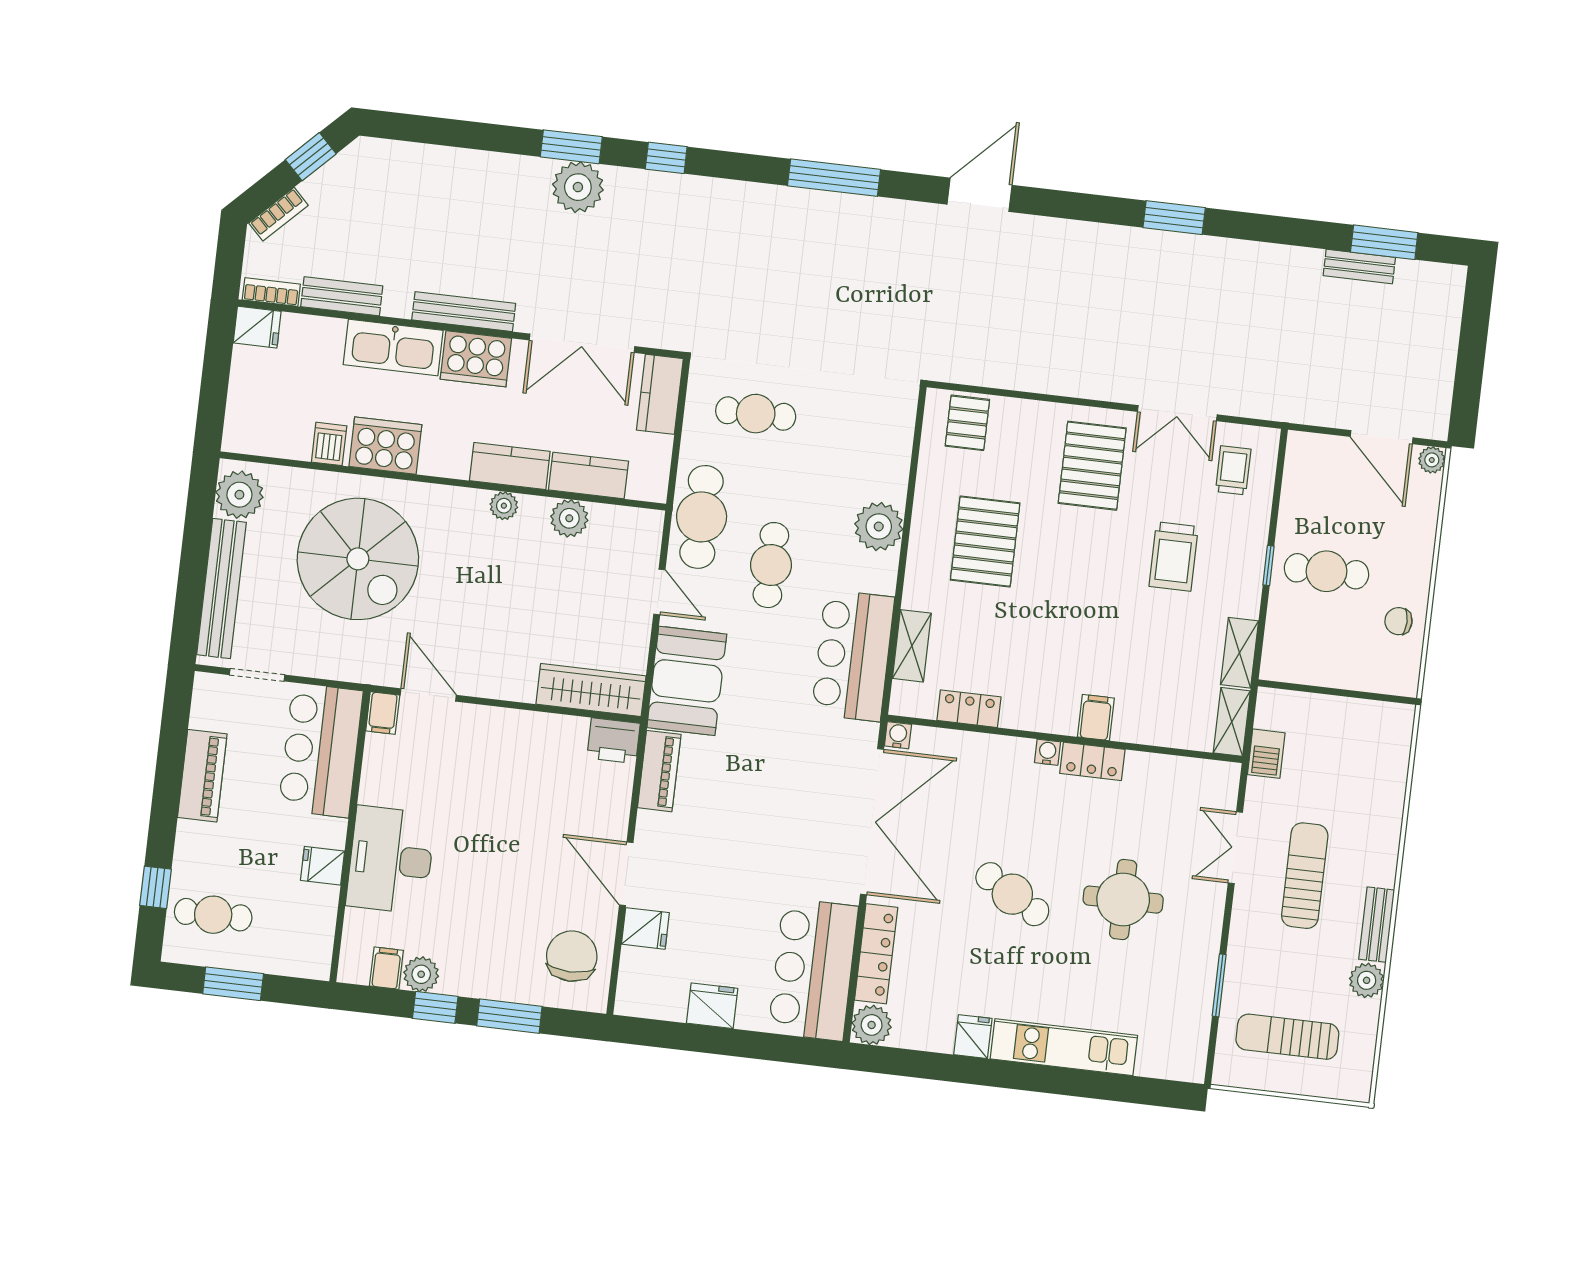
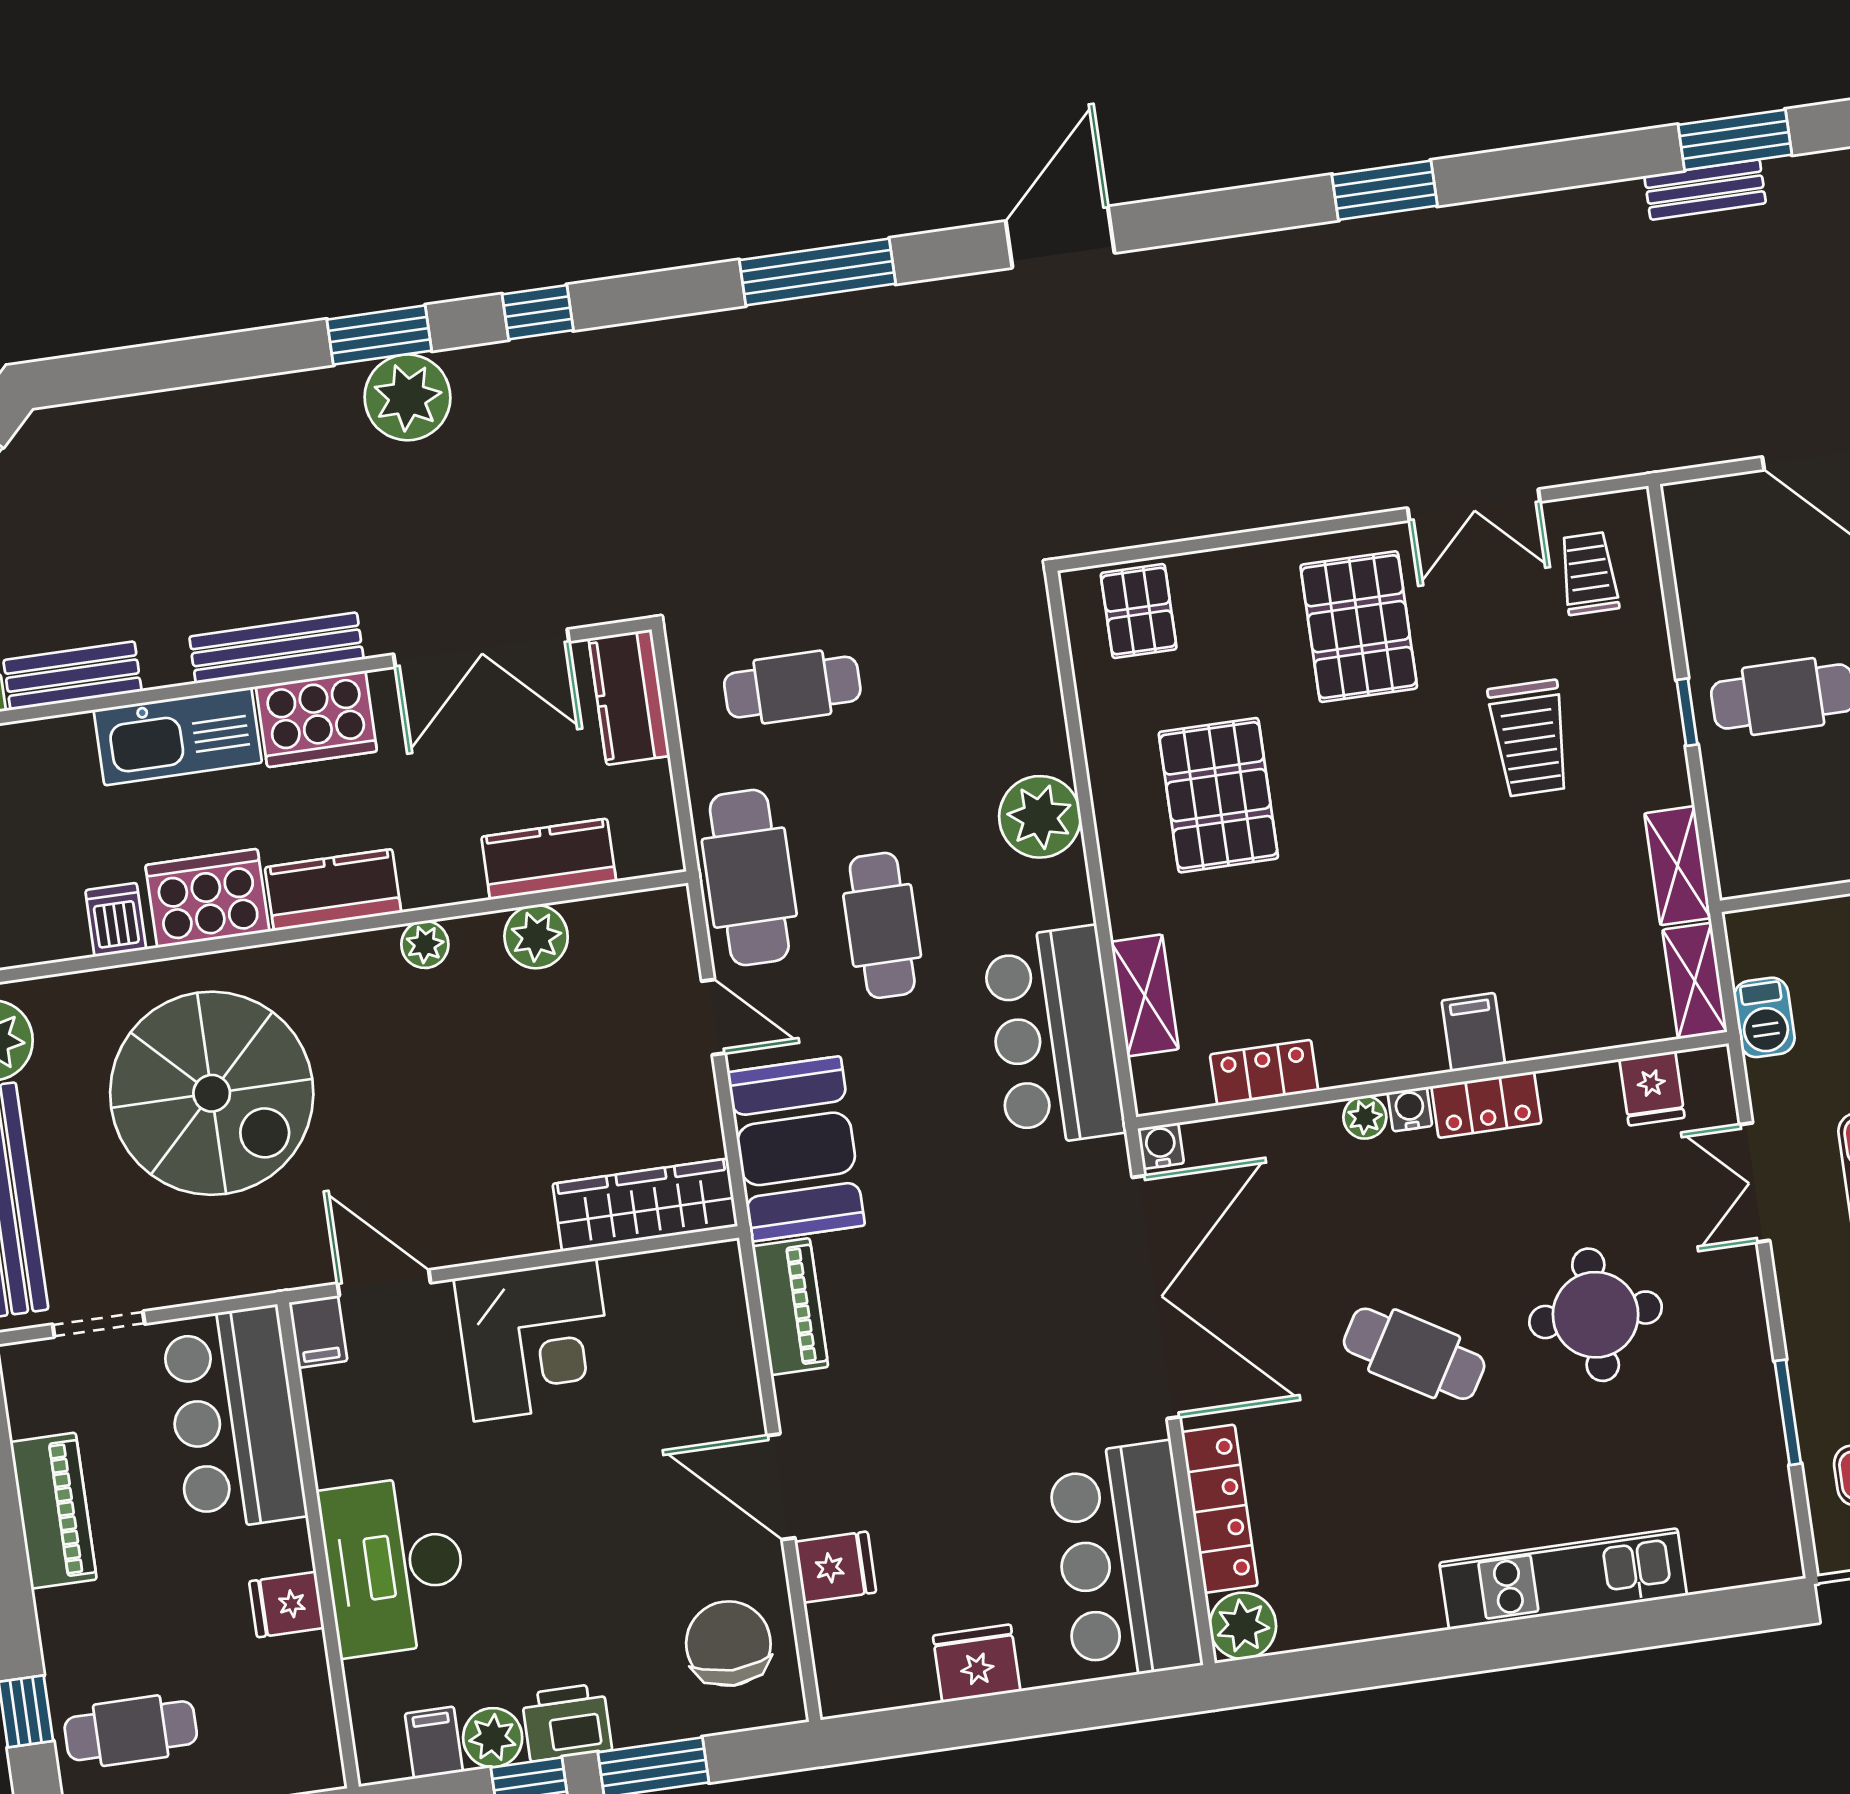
kitchen counter: (510, 466) -> (333, 890), moved
printer: (614, 741) -> (567, 1722), moved, turned 180
plant: (1020, 750) -> (1365, 1117), added
corner desk: (507, 751) -> (535, 1340), added
fridge: (973, 1037) -> (1652, 1088), moved, turned 180

